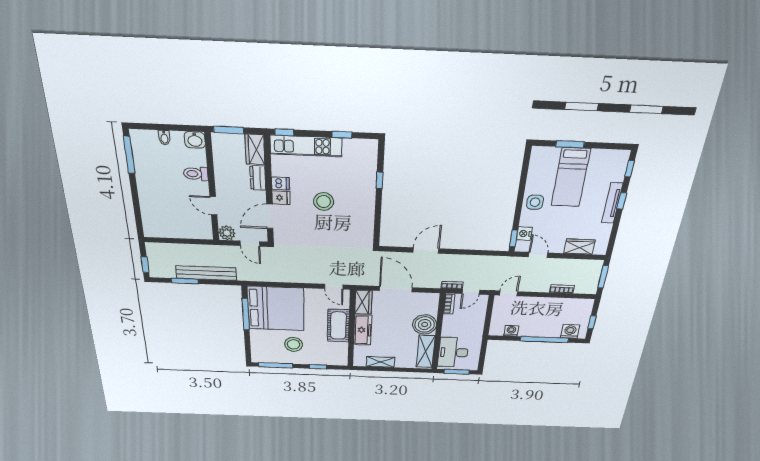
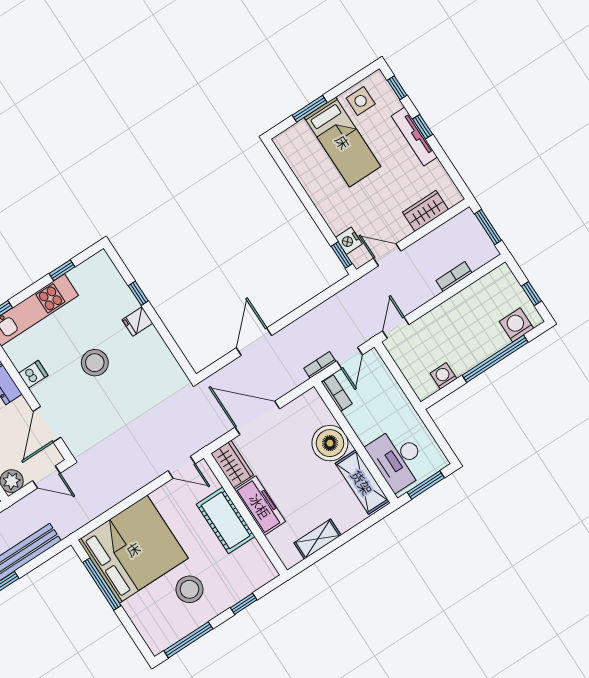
fridge: (281, 198) -> (137, 321), moved, turned 180
side table: (535, 202) -> (361, 101), moved

